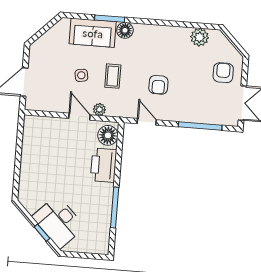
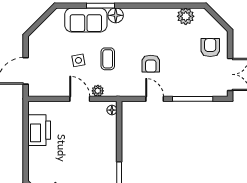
door: (147, 122) -> (155, 99), moved
floor lamp: (108, 135) -> (112, 110), width x0.53, depth x0.53
printer: (104, 165) -> (39, 130), moved, turned 180

